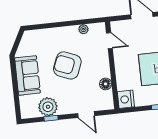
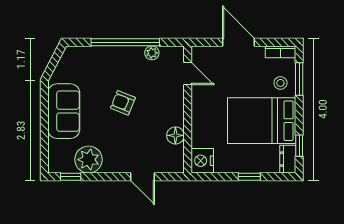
window: (64, 24) -> (125, 42), added
armchair: (67, 65) -> (123, 103), width x0.53, depth x0.53
window: (51, 118) -> (71, 177), moved

